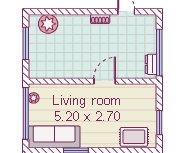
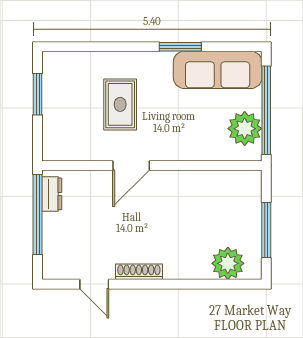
shoe rack: (100, 19) -> (139, 272), width x1.43
plant: (34, 98) -> (245, 129), width x1.87, depth x1.87
rug: (134, 137) -> (120, 104), moved, turned 90

